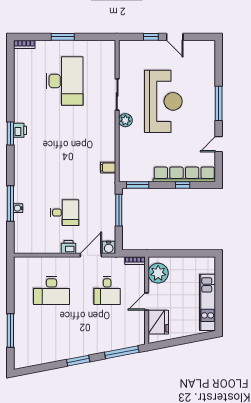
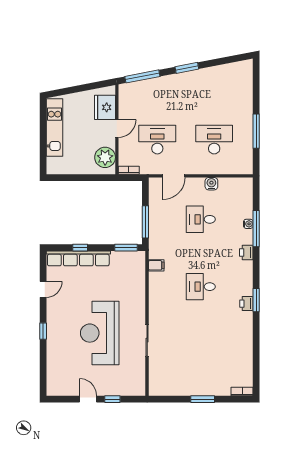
desk: (65, 81) -> (201, 287), moved, width x0.53, depth x0.77
window: (219, 103) -> (43, 331), width x0.46
plant: (125, 120) -> (139, 314), removed
printer: (69, 247) -> (246, 252), moved, turned 90
water cooler: (109, 247) -> (211, 184), moved
desk: (107, 291) -> (157, 140), width x1.37
window: (10, 330) -> (256, 131), moved

